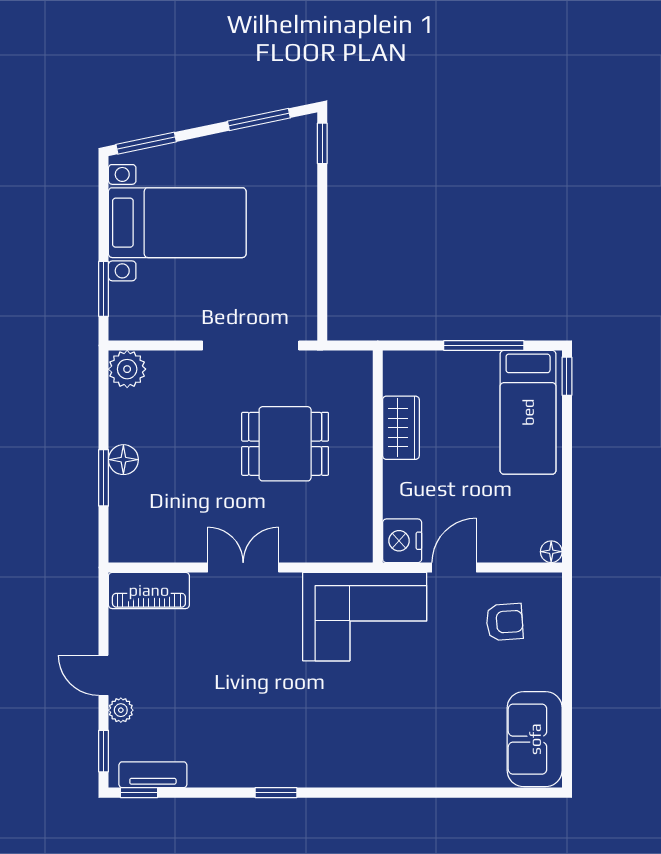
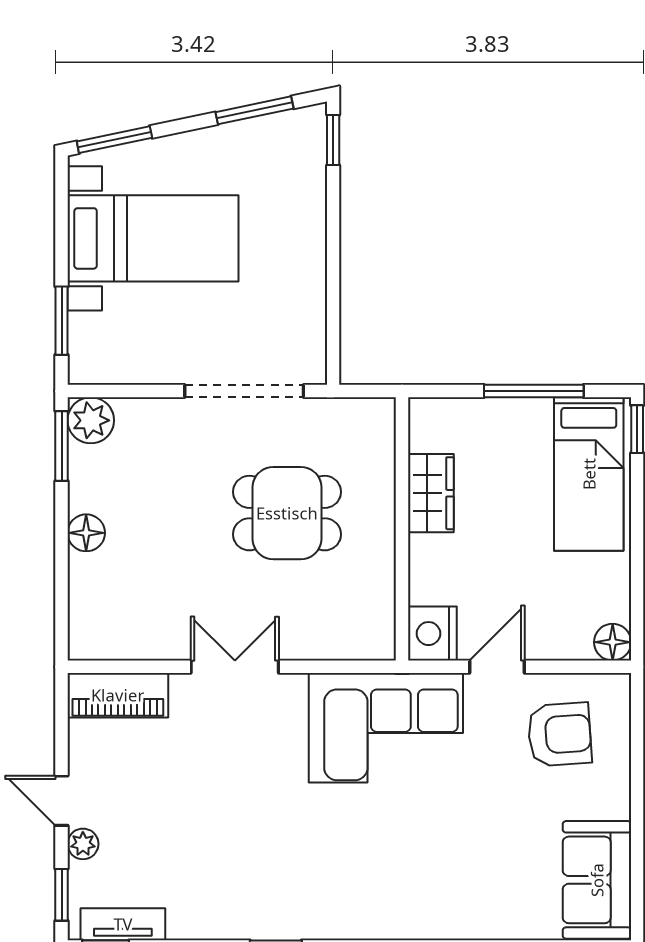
window: (104, 478) -> (62, 446), moved
floor lamp: (551, 552) -> (613, 642), width x1.37, depth x1.37
armchair: (505, 622) -> (560, 734), width x1.38, depth x1.38

